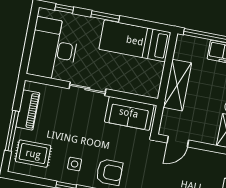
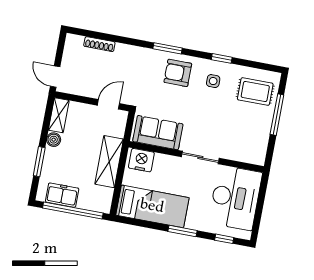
nightstand: (146, 86) -> (141, 160), added
piano: (28, 110) -> (261, 136), removed

